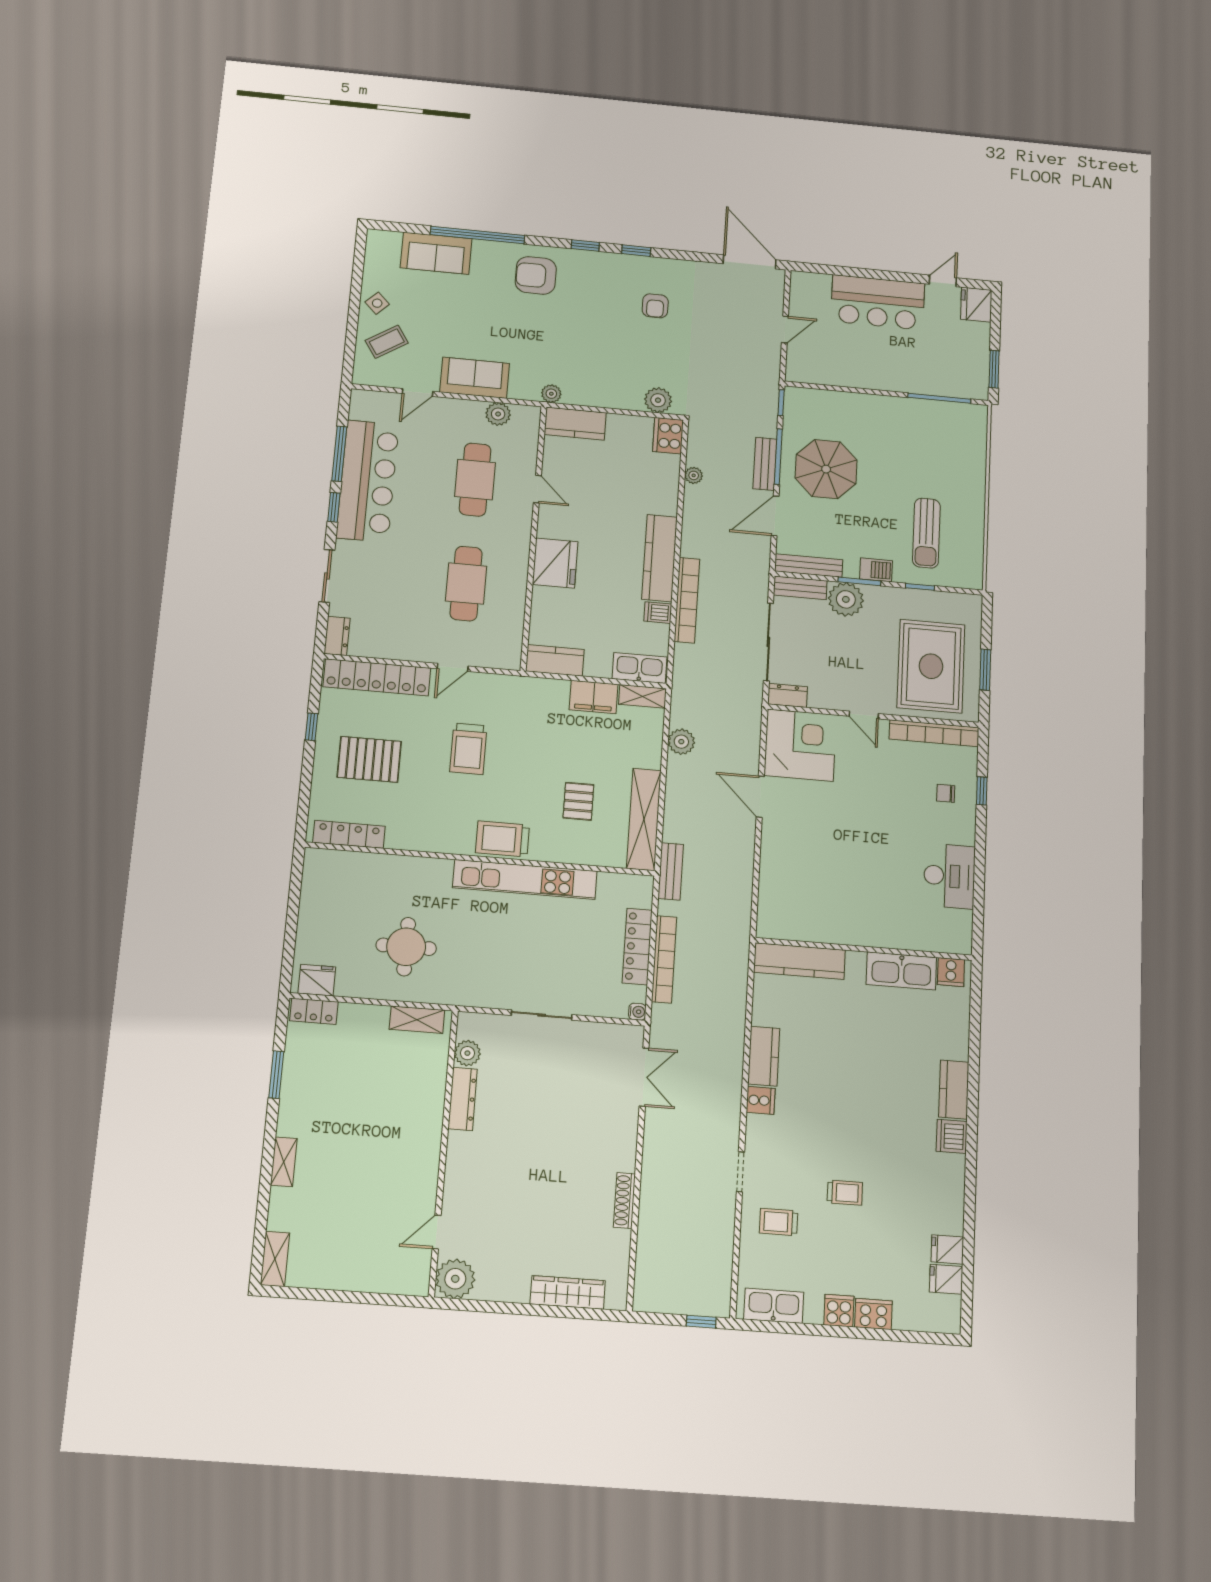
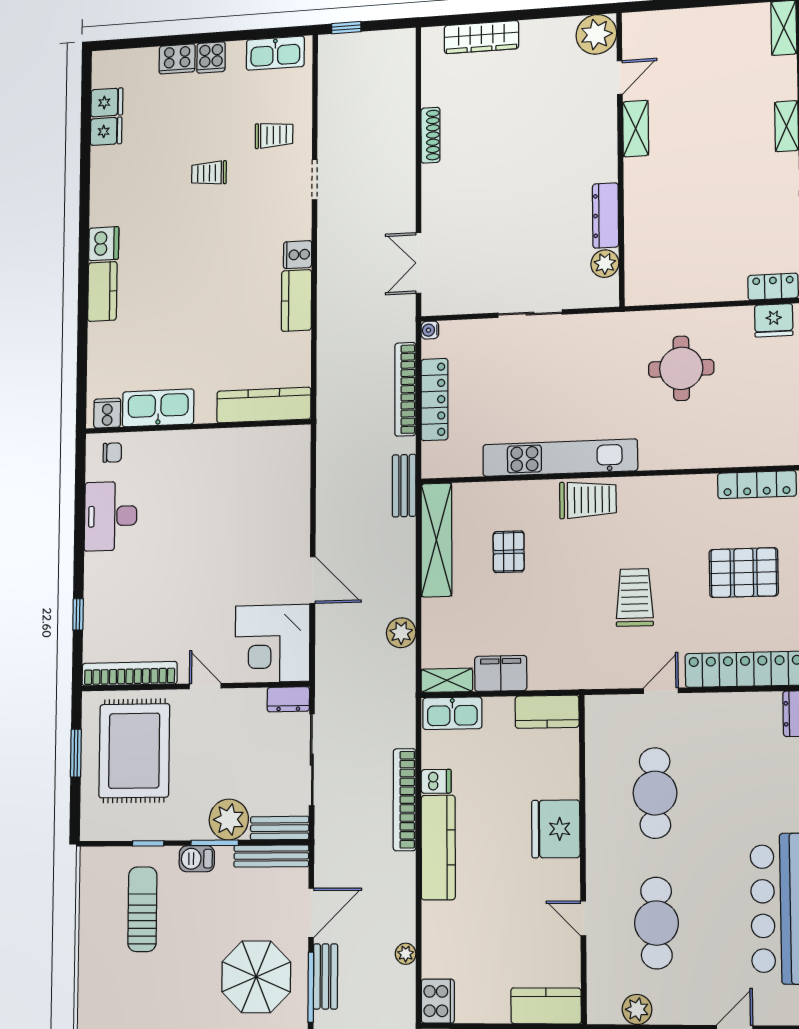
chair: (946, 793) -> (112, 453), moved
shelving: (417, 1020) -> (636, 129), moved, turned 90

